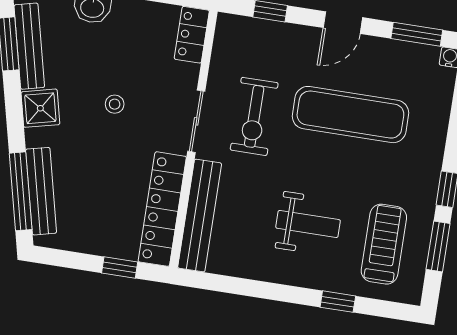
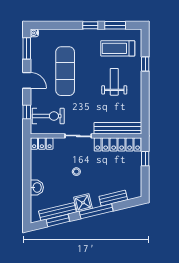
exercise bike: (254, 116) -> (48, 116), moved
window: (21, 191) -> (96, 211), moved
bench: (41, 191) -> (113, 198), width x0.73

